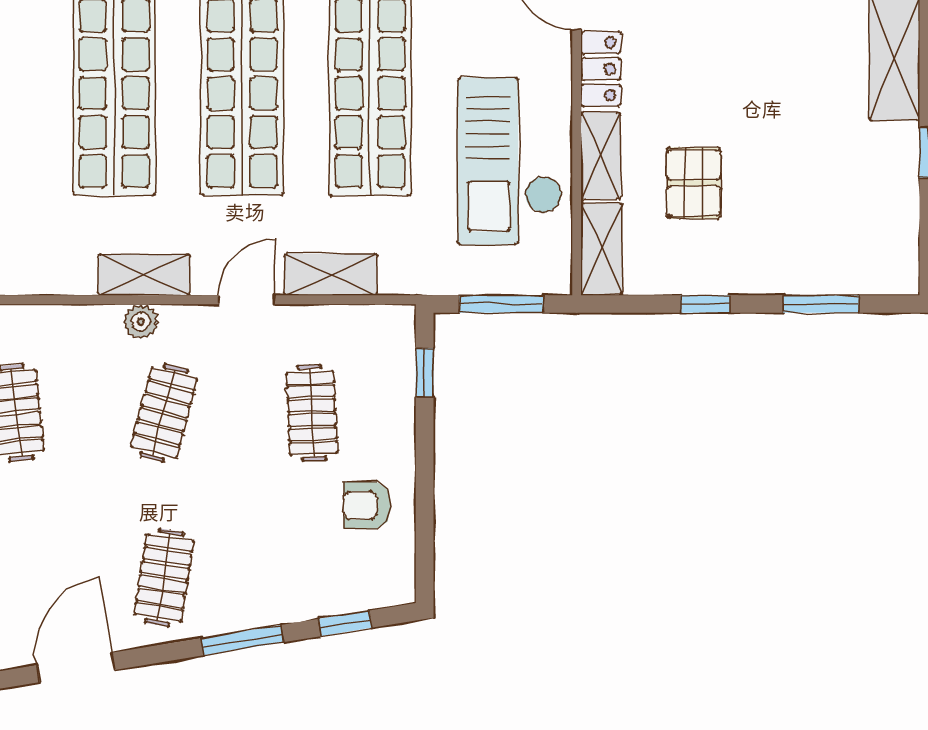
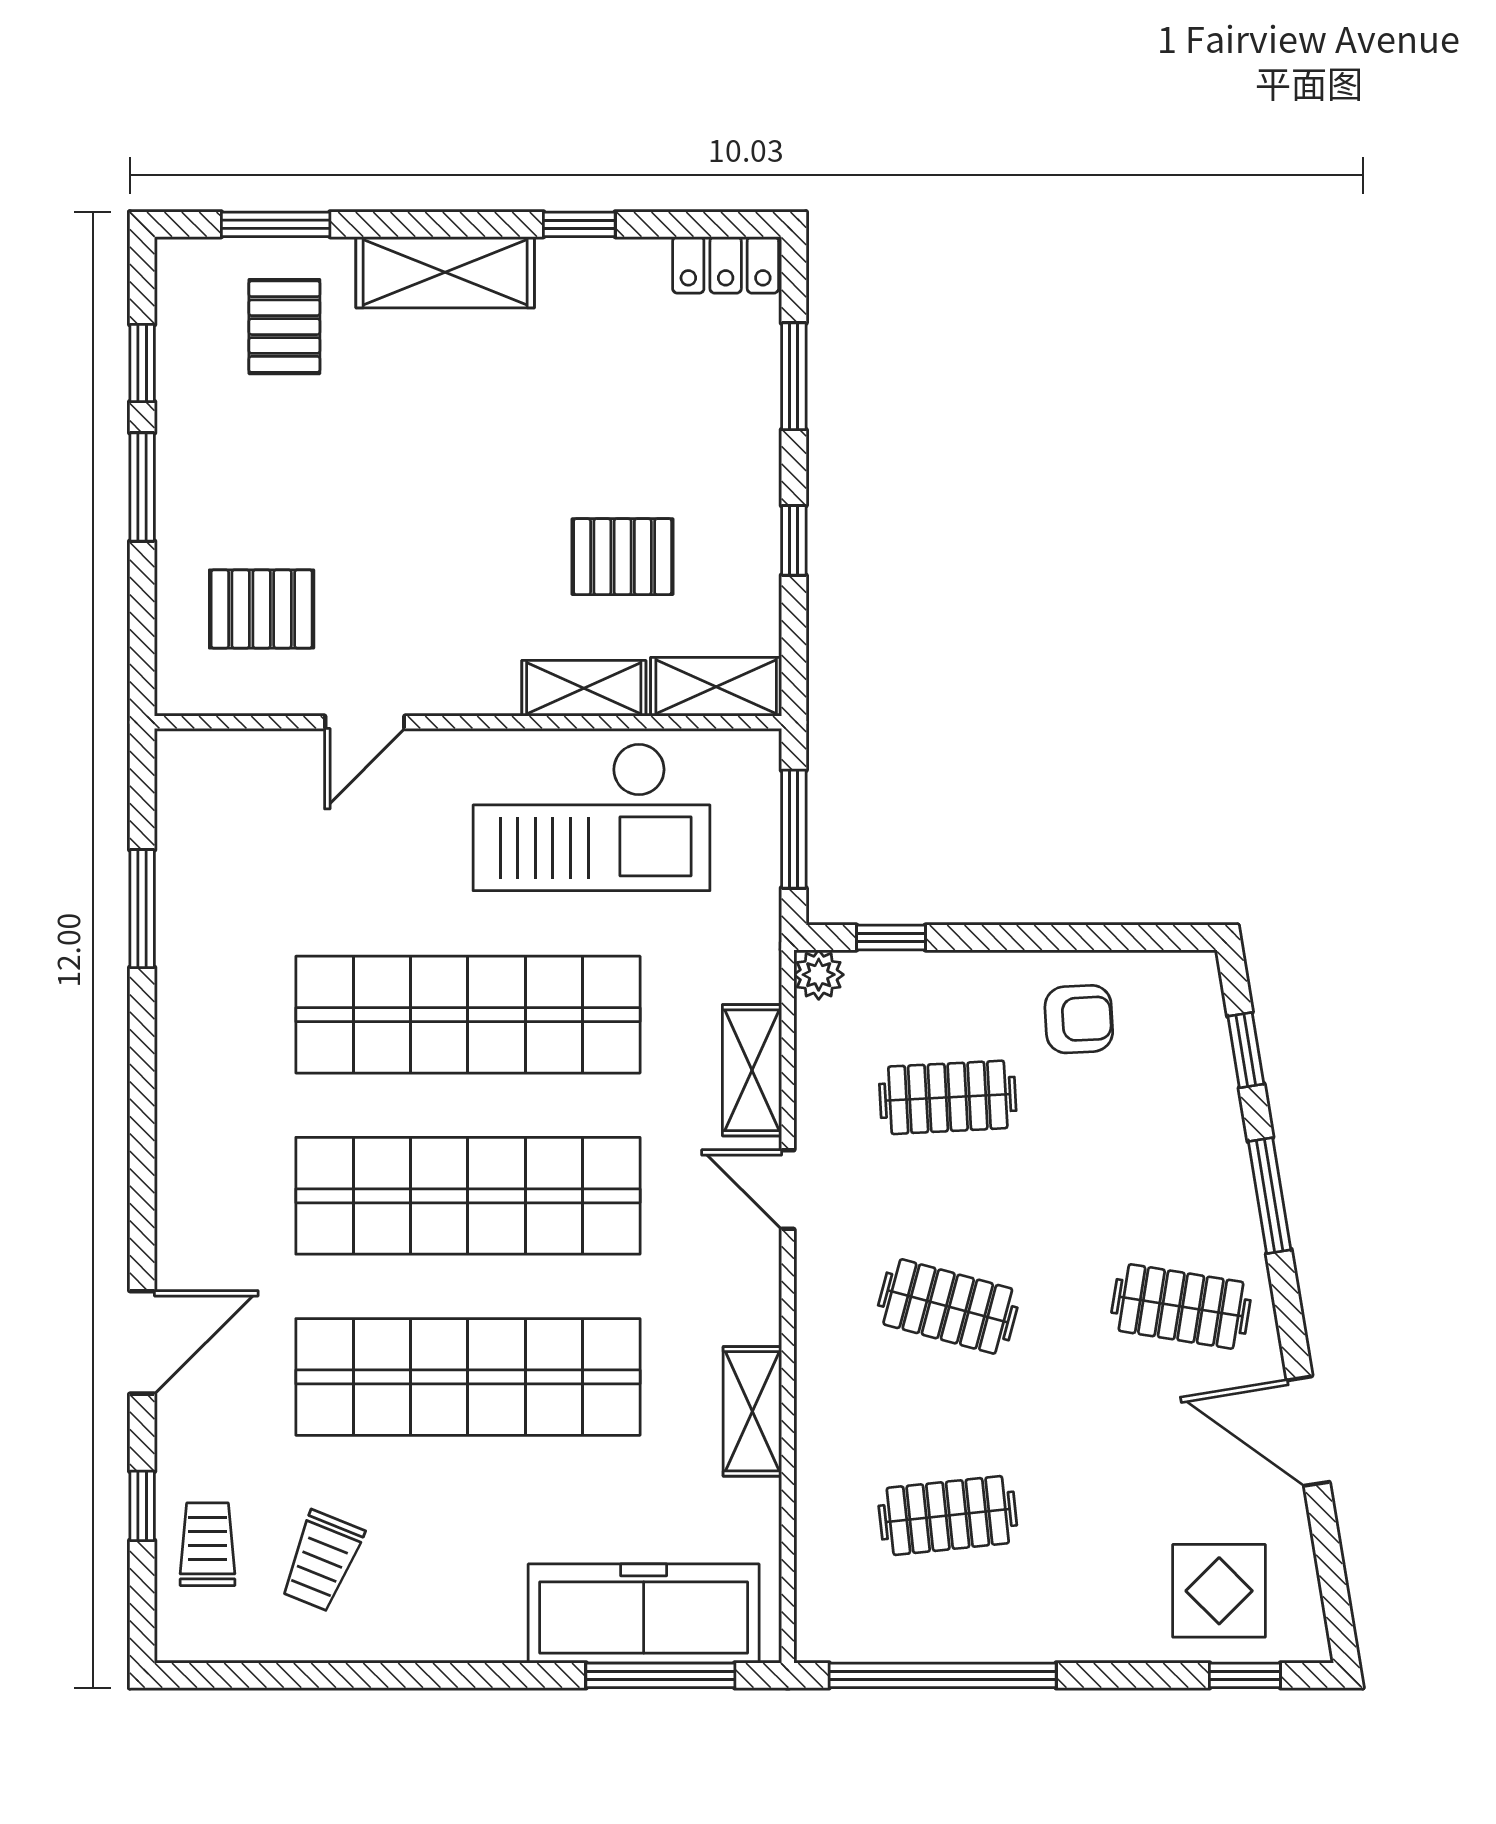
locker: (601, 69) -> (726, 265), moved, turned 180
shelving: (144, 275) -> (752, 1411), moved
plant: (141, 322) -> (819, 975), moved
armchair: (367, 505) -> (1079, 1019), turned -93

